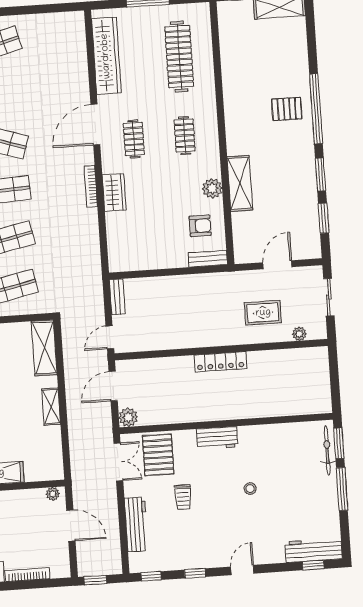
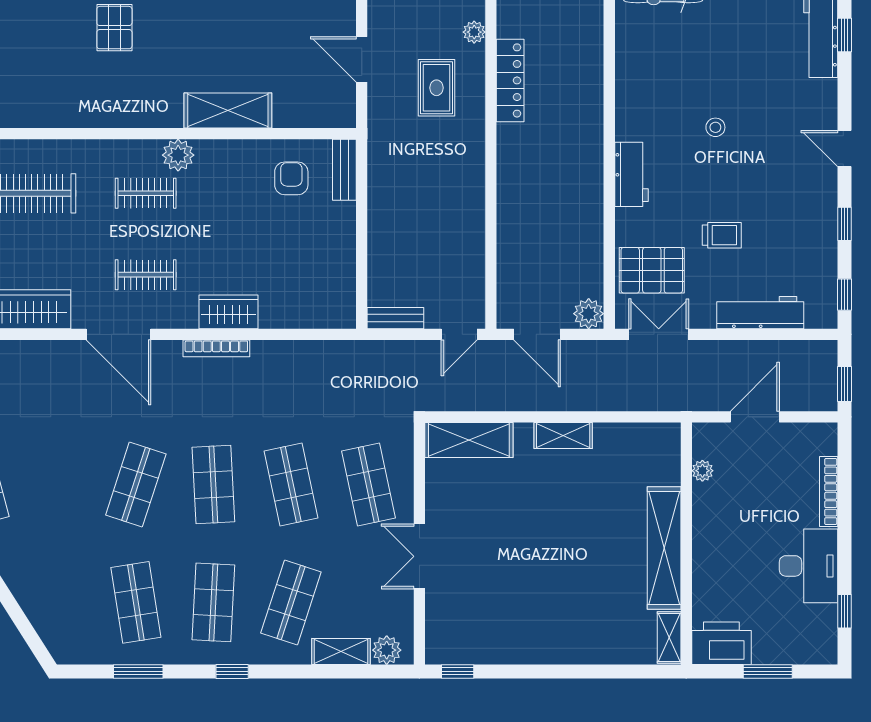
plant: (212, 188) -> (178, 155), moved
door: (110, 337) -> (459, 334), hinge flipped
locker: (220, 362) -> (510, 80), moved
plant: (53, 494) -> (702, 471), moved

